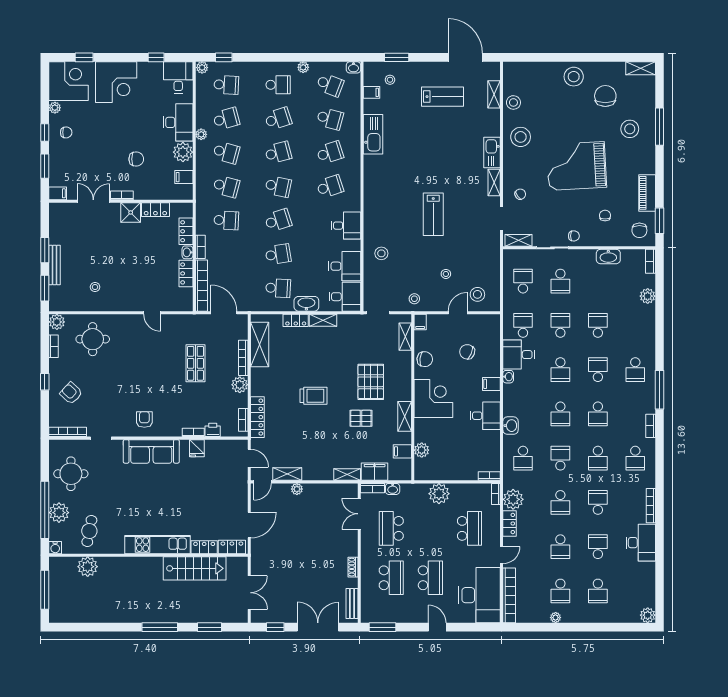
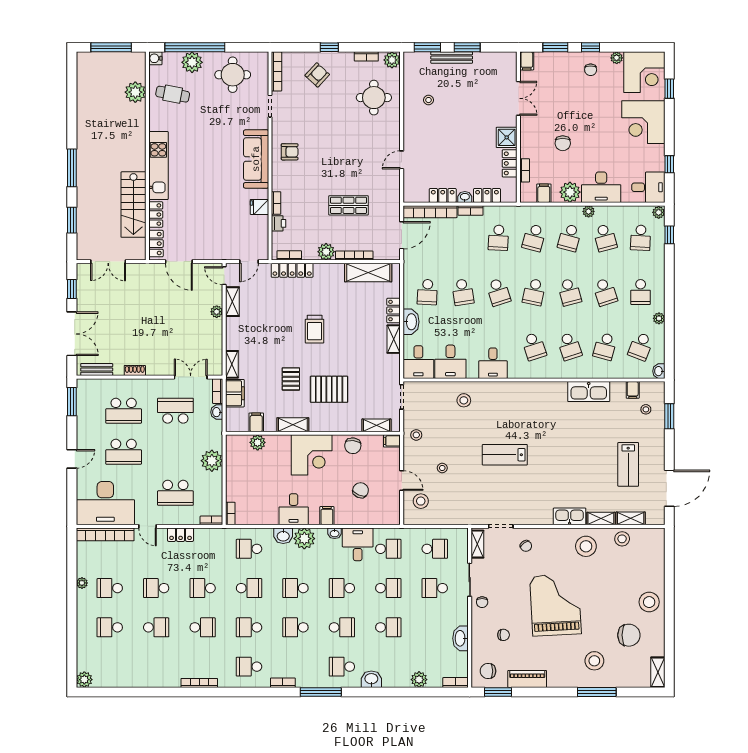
shelving: (494, 182) -> (601, 519), moved
bookcase: (122, 195) -> (525, 170), moved
washbasin: (647, 342) -> (371, 679), added
plant: (513, 499) -> (304, 539), moved
desk: (641, 543) -> (160, 672), removed

